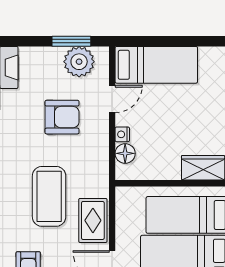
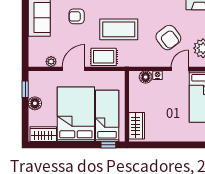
door: (112, 99) -> (180, 69), swing flipped
armchair: (62, 117) -> (168, 38), turned -37

